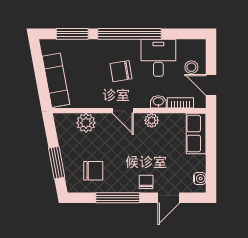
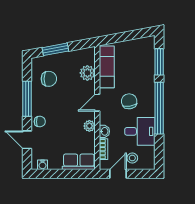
exam couch: (56, 80) -> (107, 67), moved, turned -80
chair: (93, 171) -> (49, 79), turned -90

